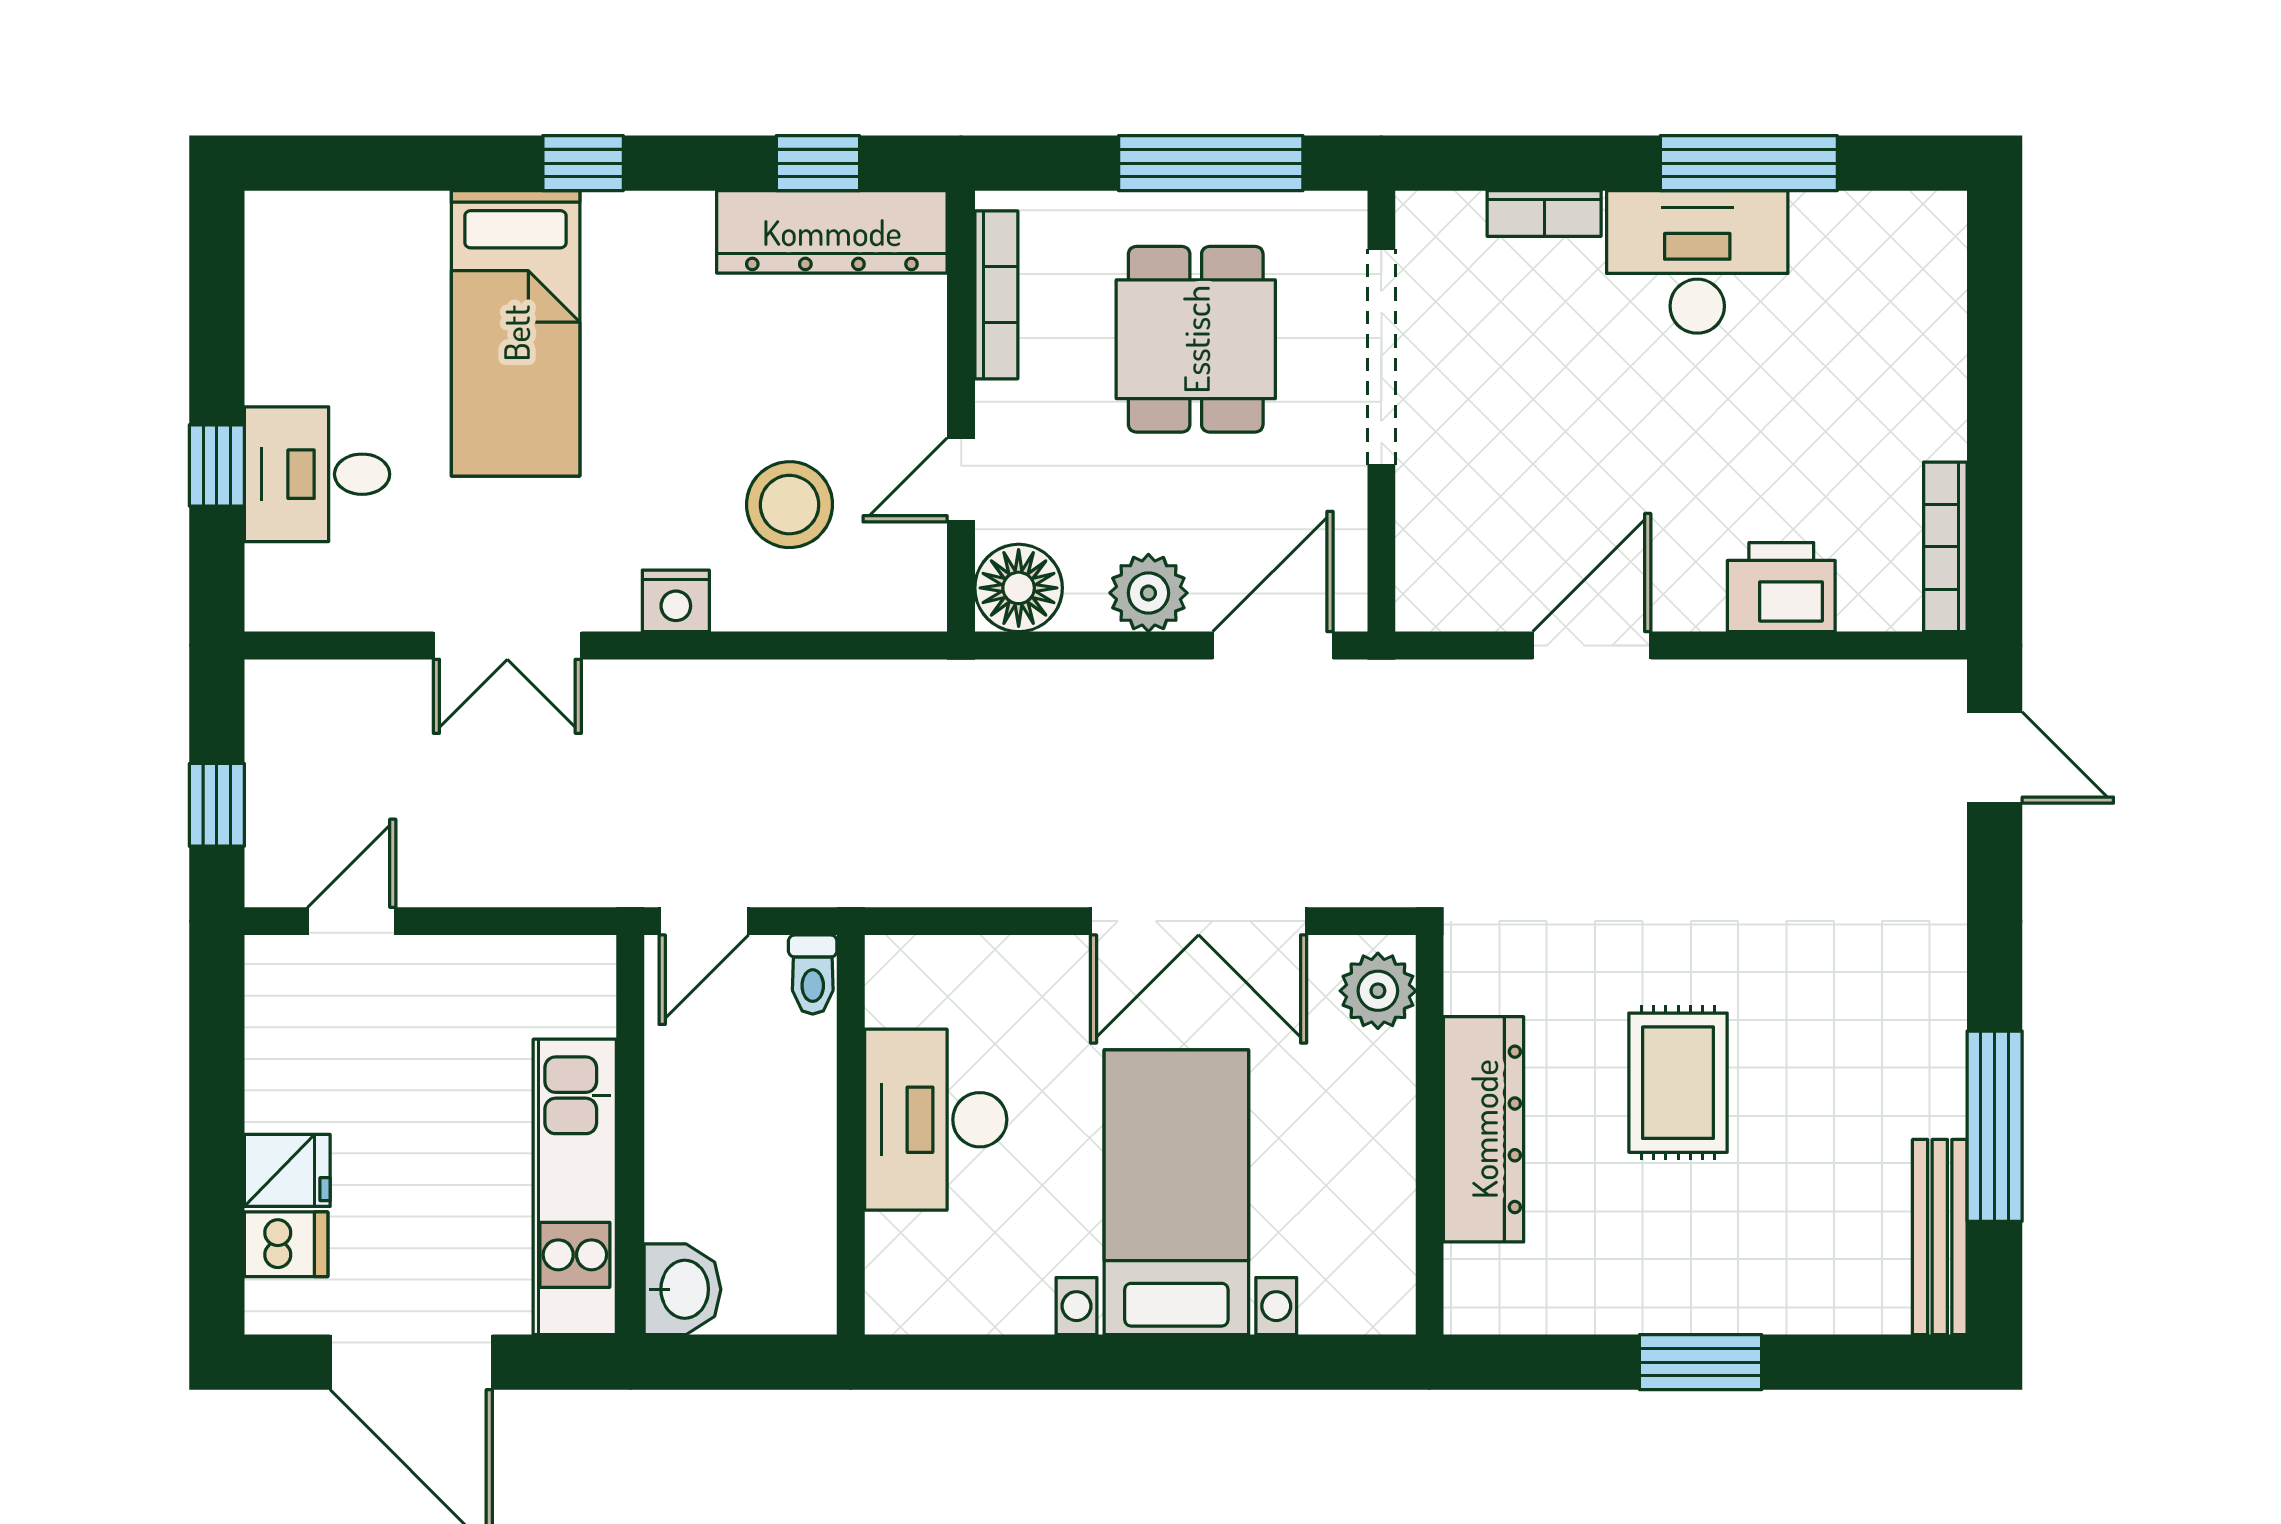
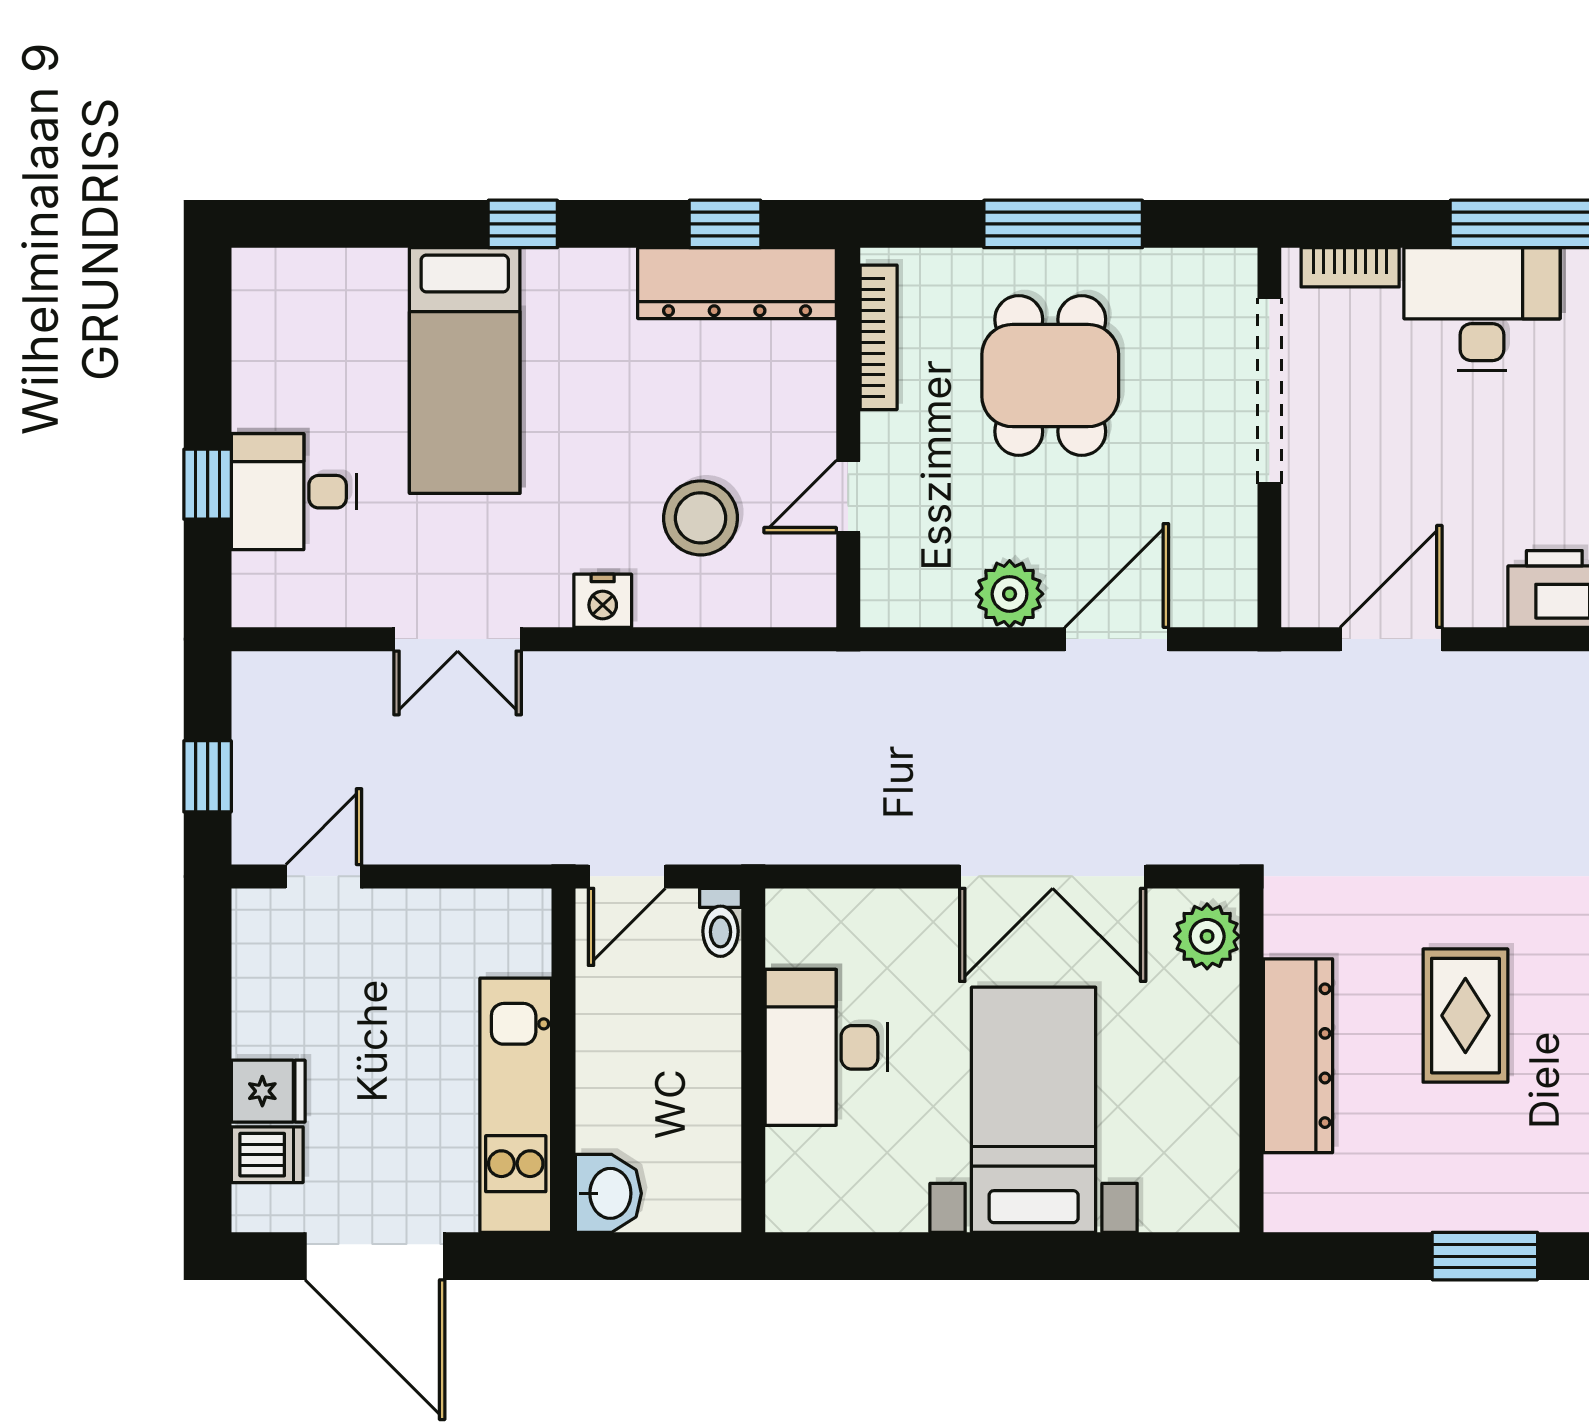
doorway: (1381, 357) -> (1269, 391), moved
wall: (1381, 411) -> (1269, 437), moved
floor lamp: (1019, 588) -> (898, 590), removed

